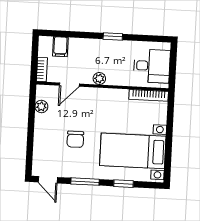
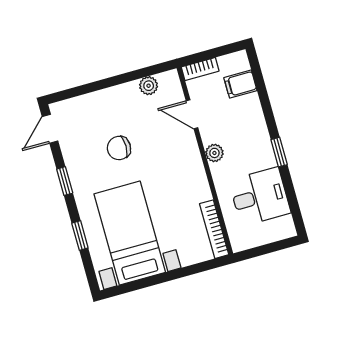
desk: (152, 66) -> (260, 197), moved, turned -90
window: (85, 182) -> (65, 181), width x0.67

